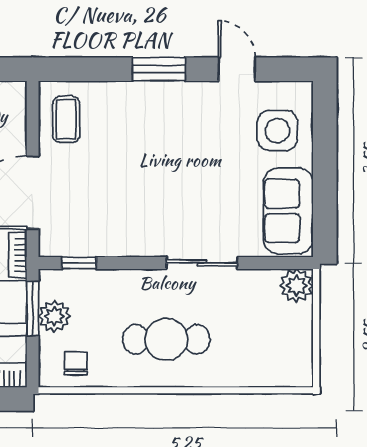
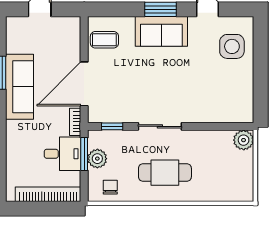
coffee table: (66, 119) -> (104, 40), turned 90
sofa: (288, 211) -> (161, 31), moved, turned -90
sliding door: (202, 263) -> (160, 126), moved

